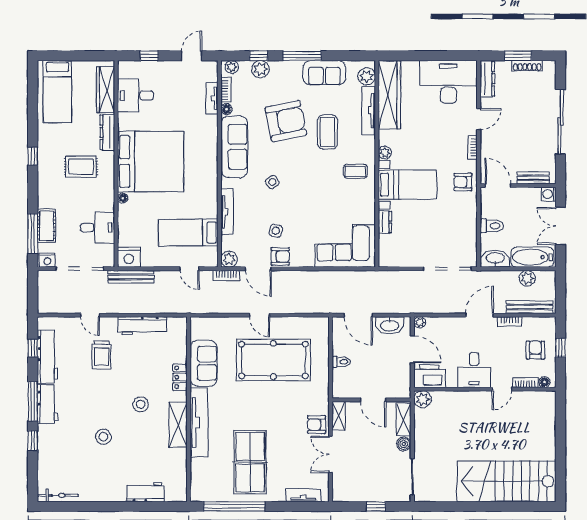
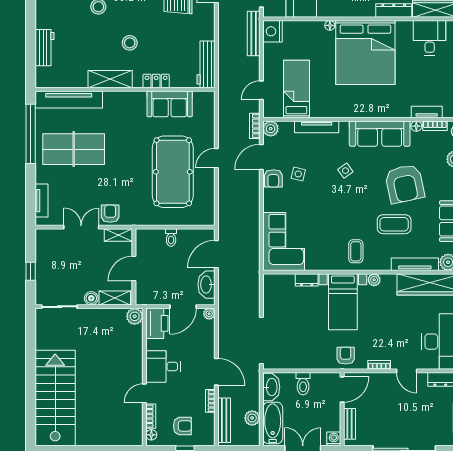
workbench: (142, 326) -> (206, 64), moved
door: (502, 389) -> (144, 393), hinge flipped
tv unit: (199, 422) -> (69, 99), moved

